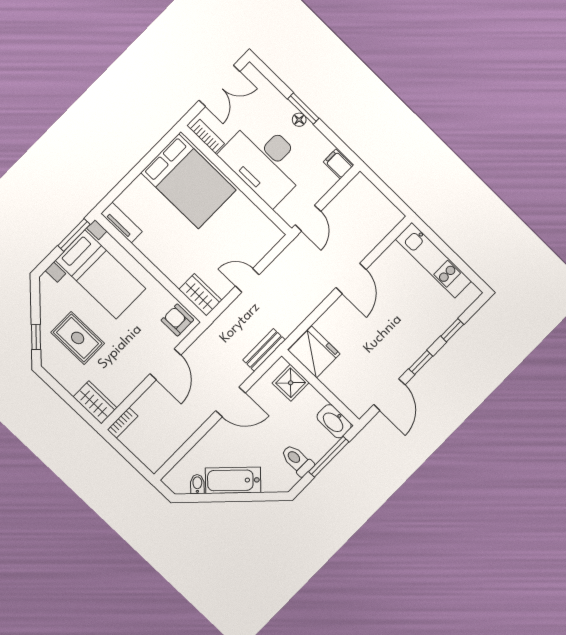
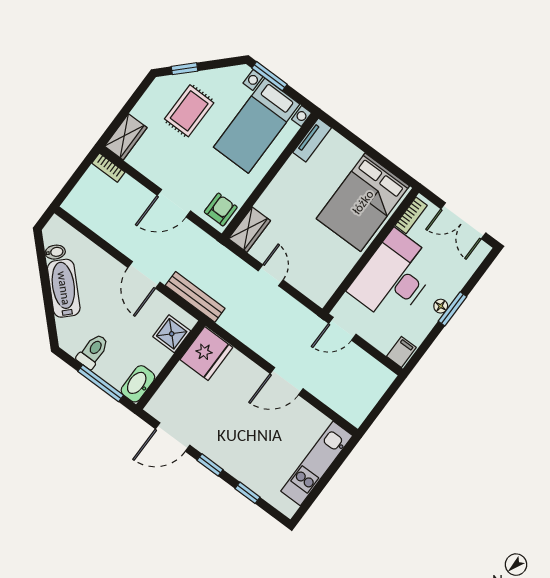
window: (74, 235) -> (269, 76), moved
bench: (264, 350) -> (195, 297), width x1.36

